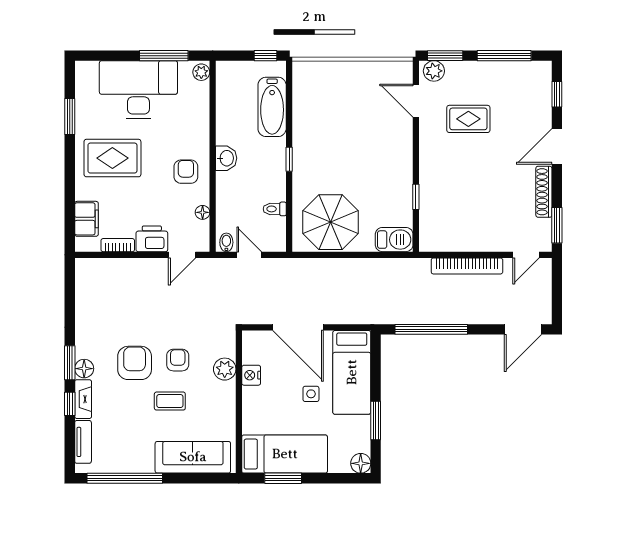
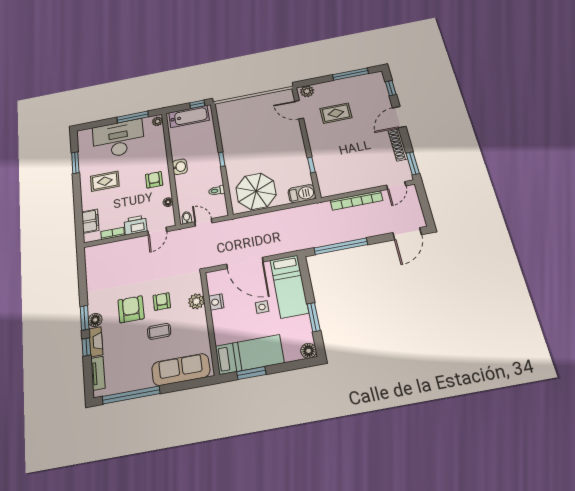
window: (445, 56) -> (312, 82), removed
bathtub: (272, 107) -> (189, 117), moved, turned -90
rug: (112, 158) -> (105, 181), width x0.73, depth x0.70

